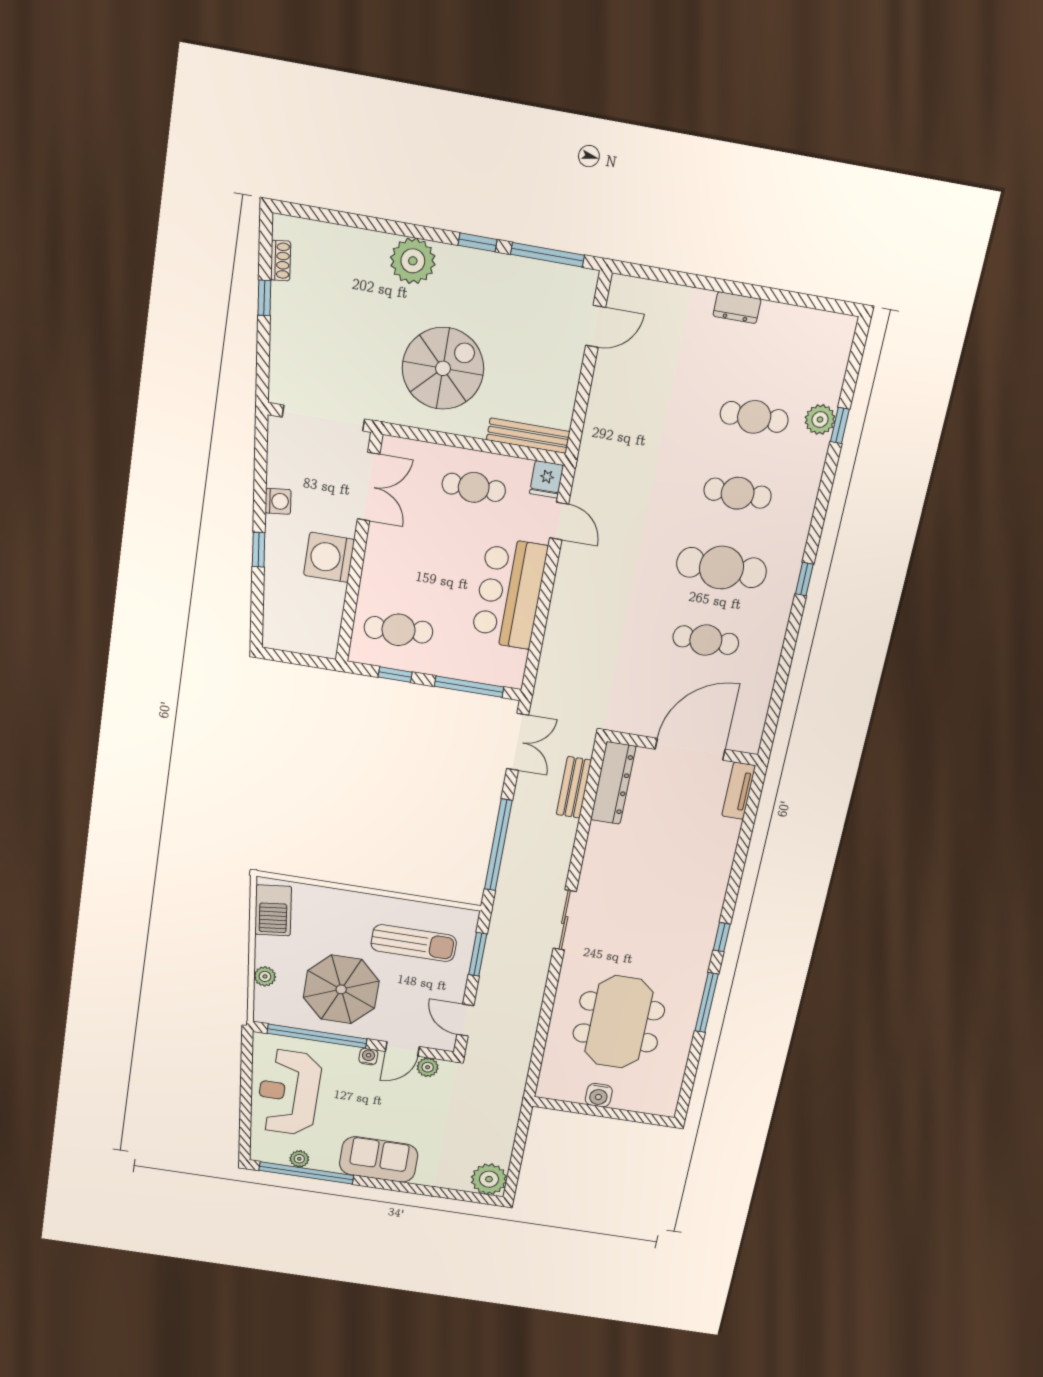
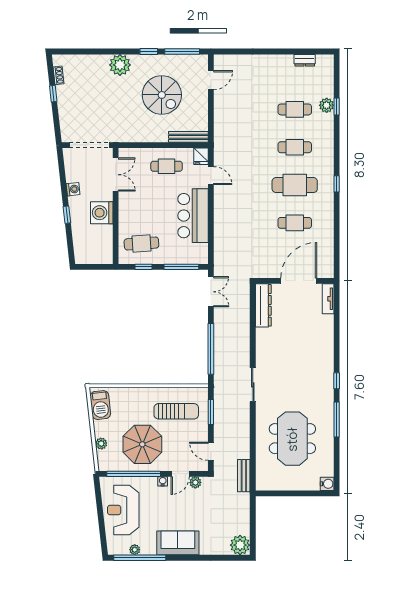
dresser: (737, 308) -> (305, 60), moved
spiral stairs: (443, 368) -> (162, 95), moved, turned 90
bench: (574, 787) -> (244, 476), moved
water cooler: (599, 1095) -> (327, 484), moved, turned -90

